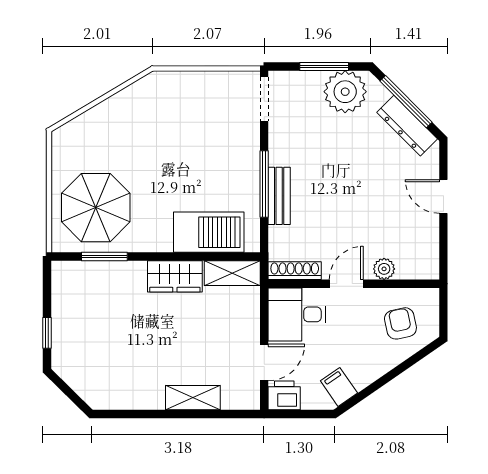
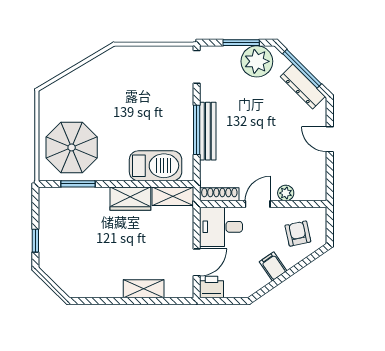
bench: (279, 196) -> (208, 131), width x1.36
filing cabinet: (339, 387) -> (273, 266), moved

